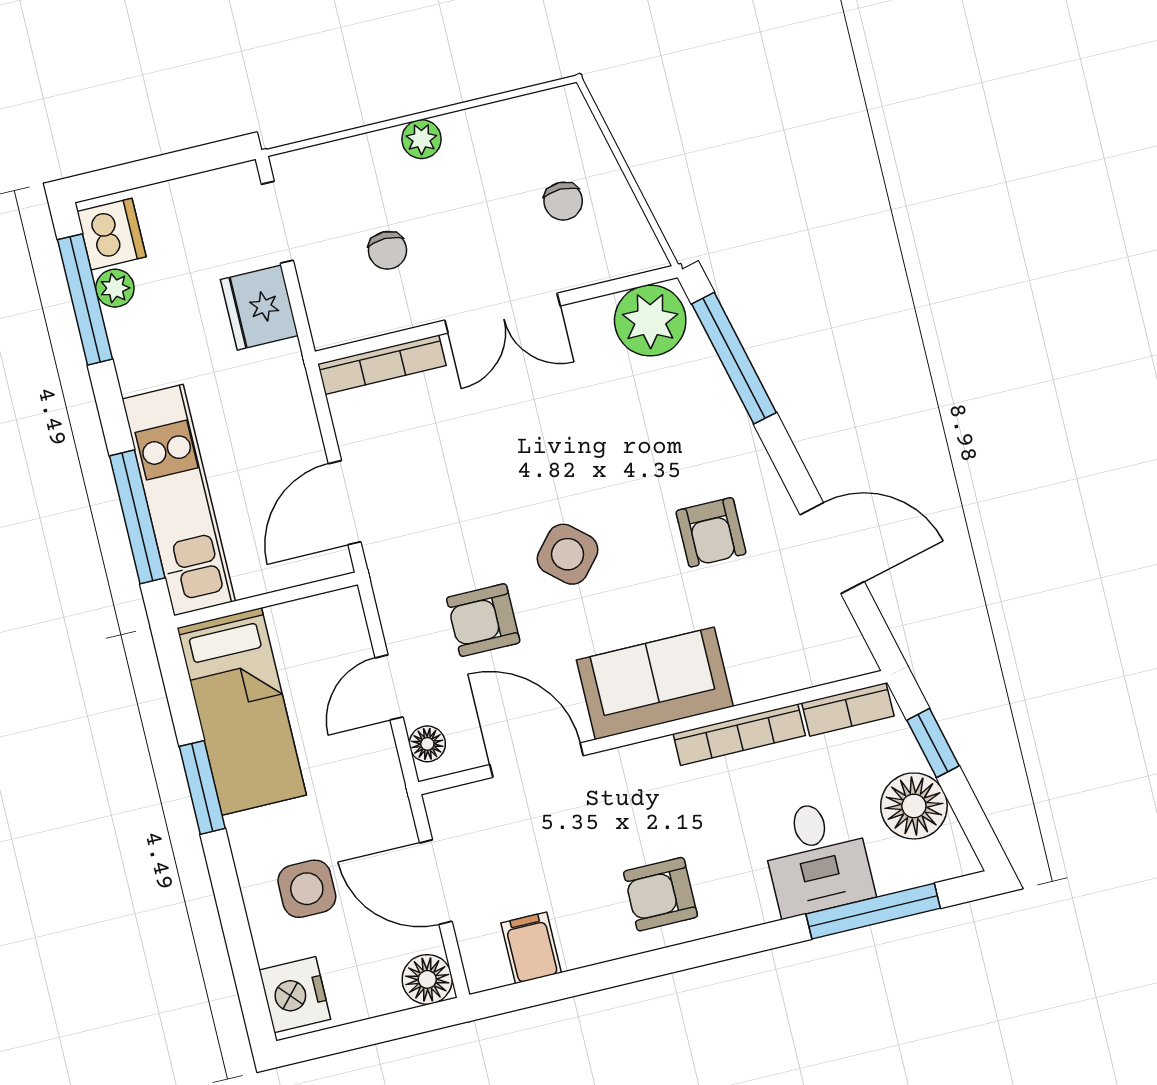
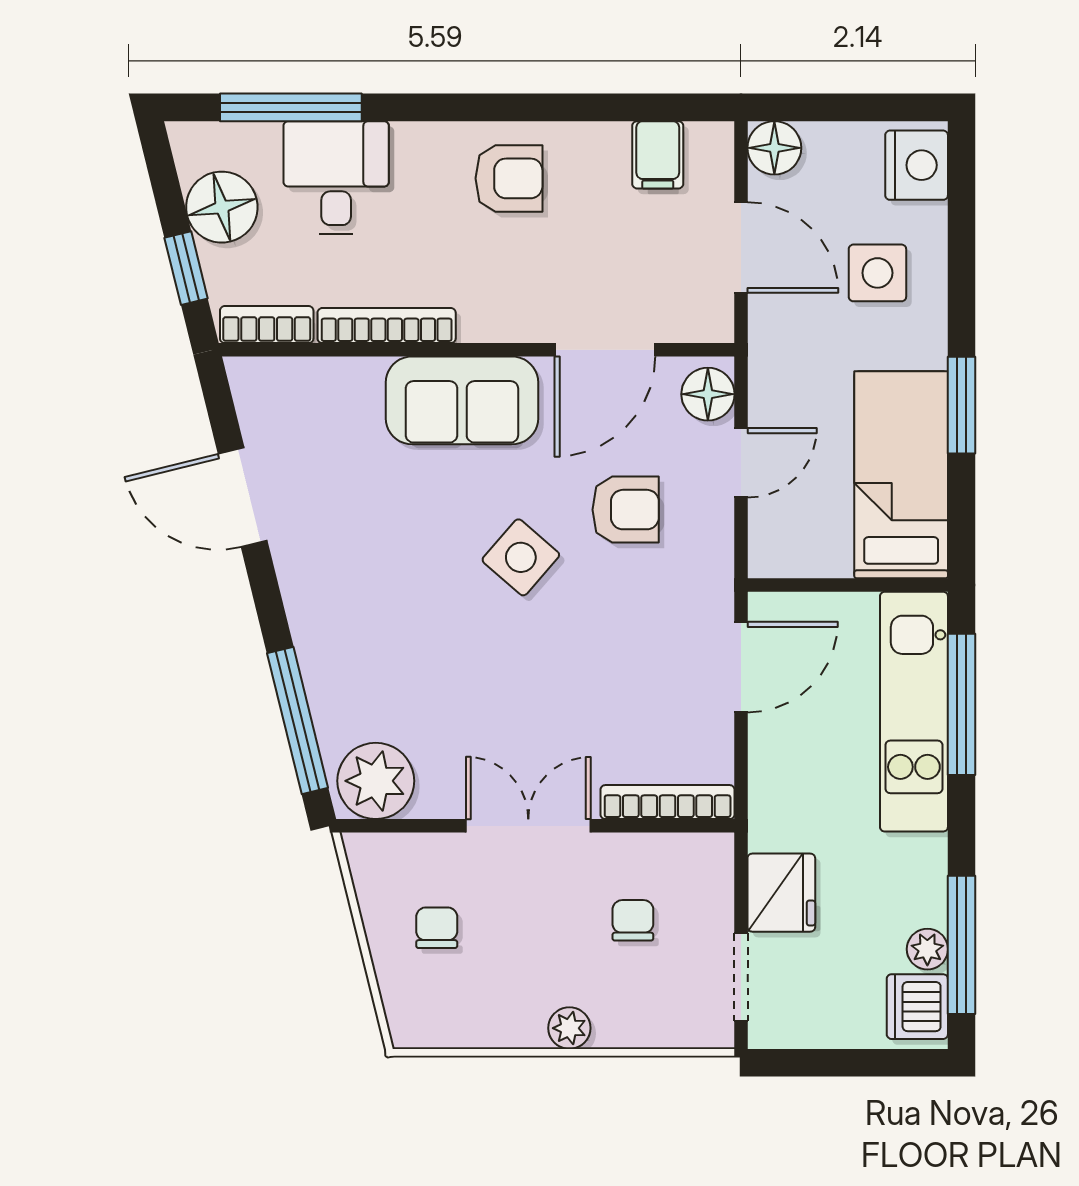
armchair: (711, 532) -> (365, 544), removed
floor lamp: (427, 744) -> (708, 394), width x1.37, depth x1.37
door: (537, 760) -> (605, 350), hinge flipped

